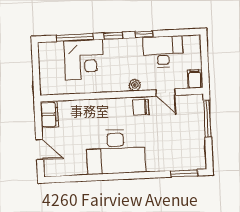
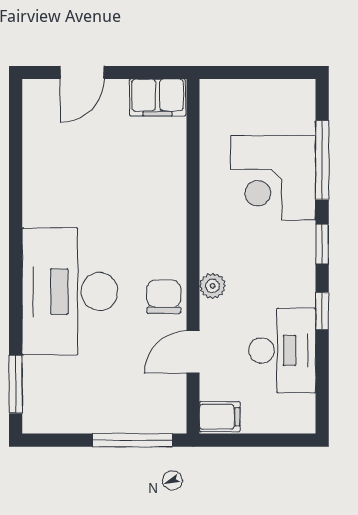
desk: (116, 152) -> (70, 291), moved

